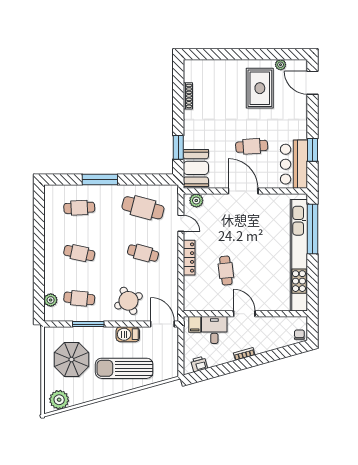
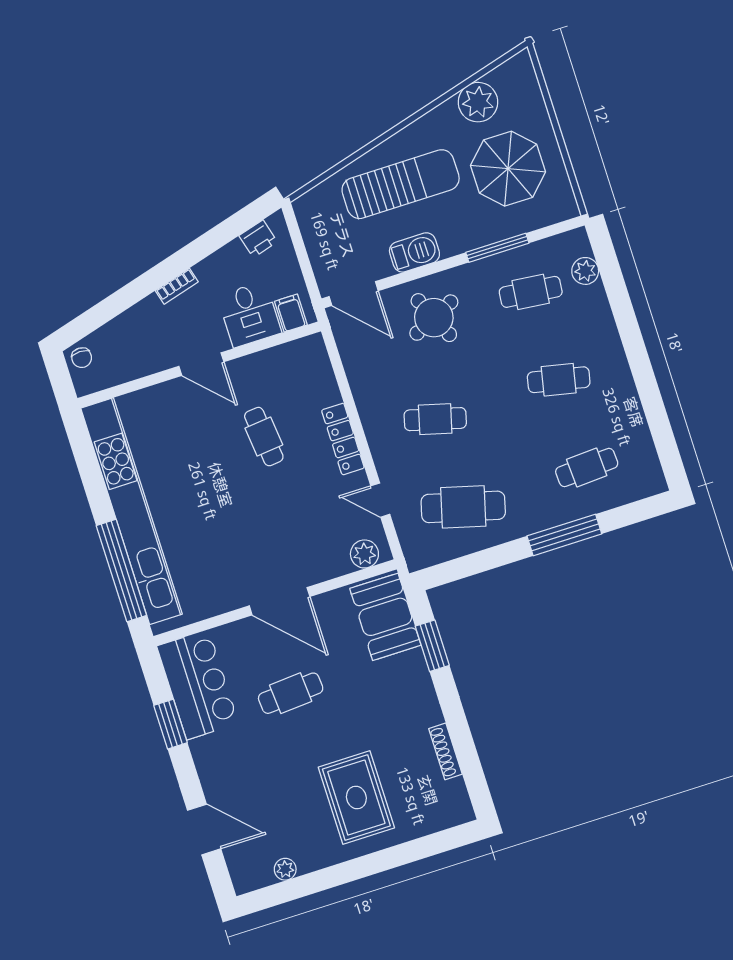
door: (313, 83) -> (204, 830), moved
rug: (260, 88) -> (356, 797), moved
plant: (59, 400) -> (478, 102), moved

